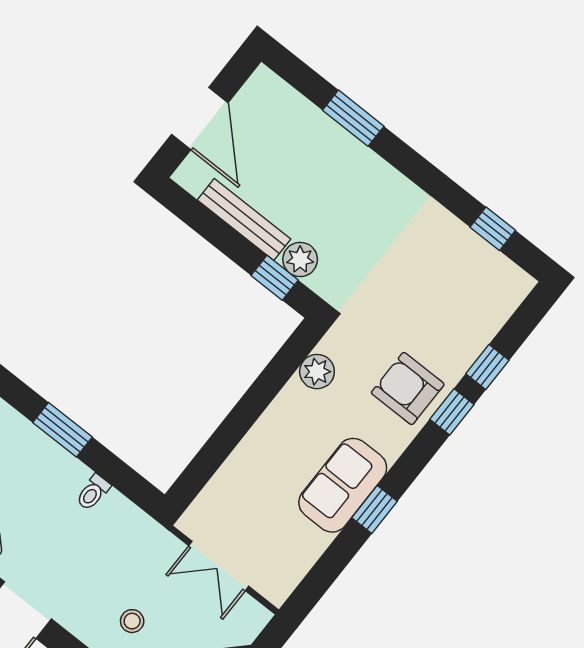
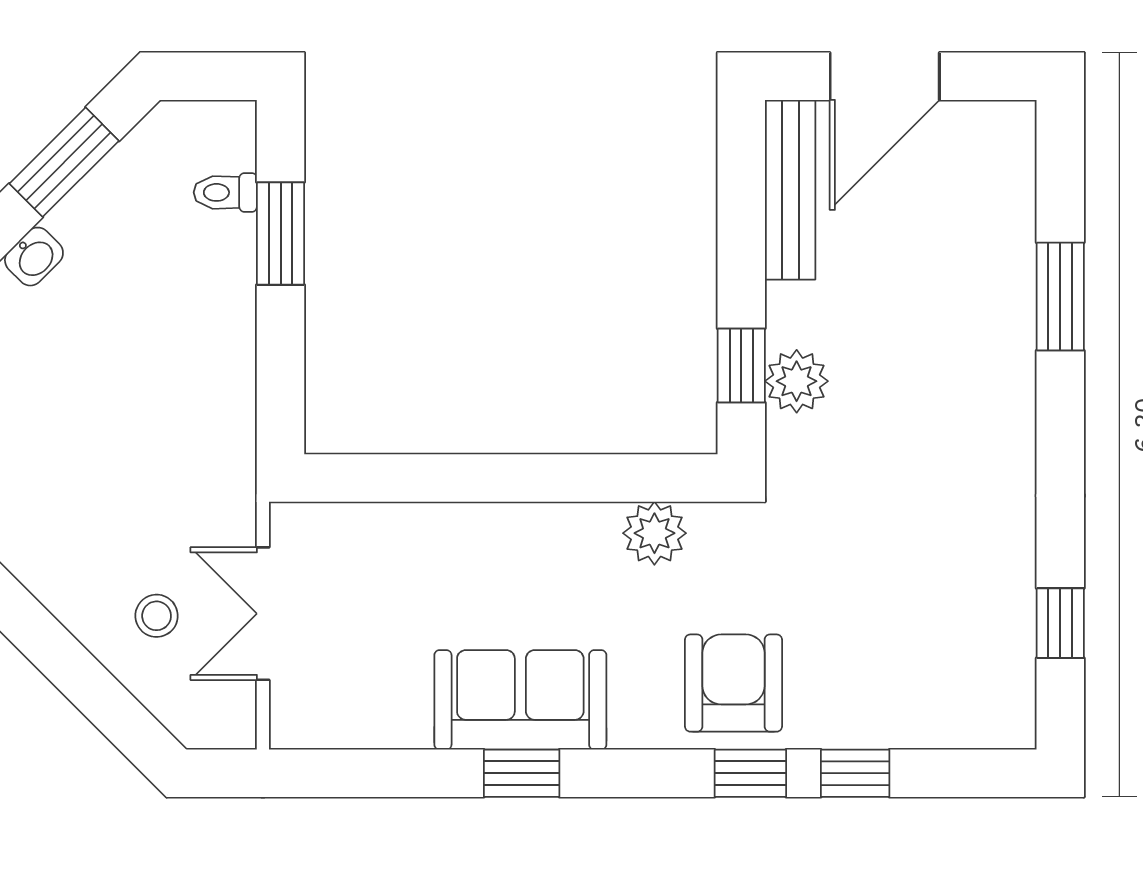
bench: (244, 219) -> (790, 190), moved
toilet: (93, 492) -> (225, 192), moved
stool: (132, 621) -> (157, 616), moved

